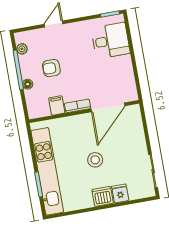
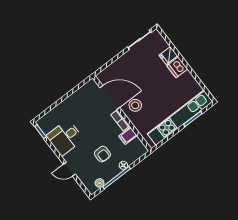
desk: (110, 41) -> (65, 138), moved, turned -90
stool: (95, 160) -> (135, 105), moved

